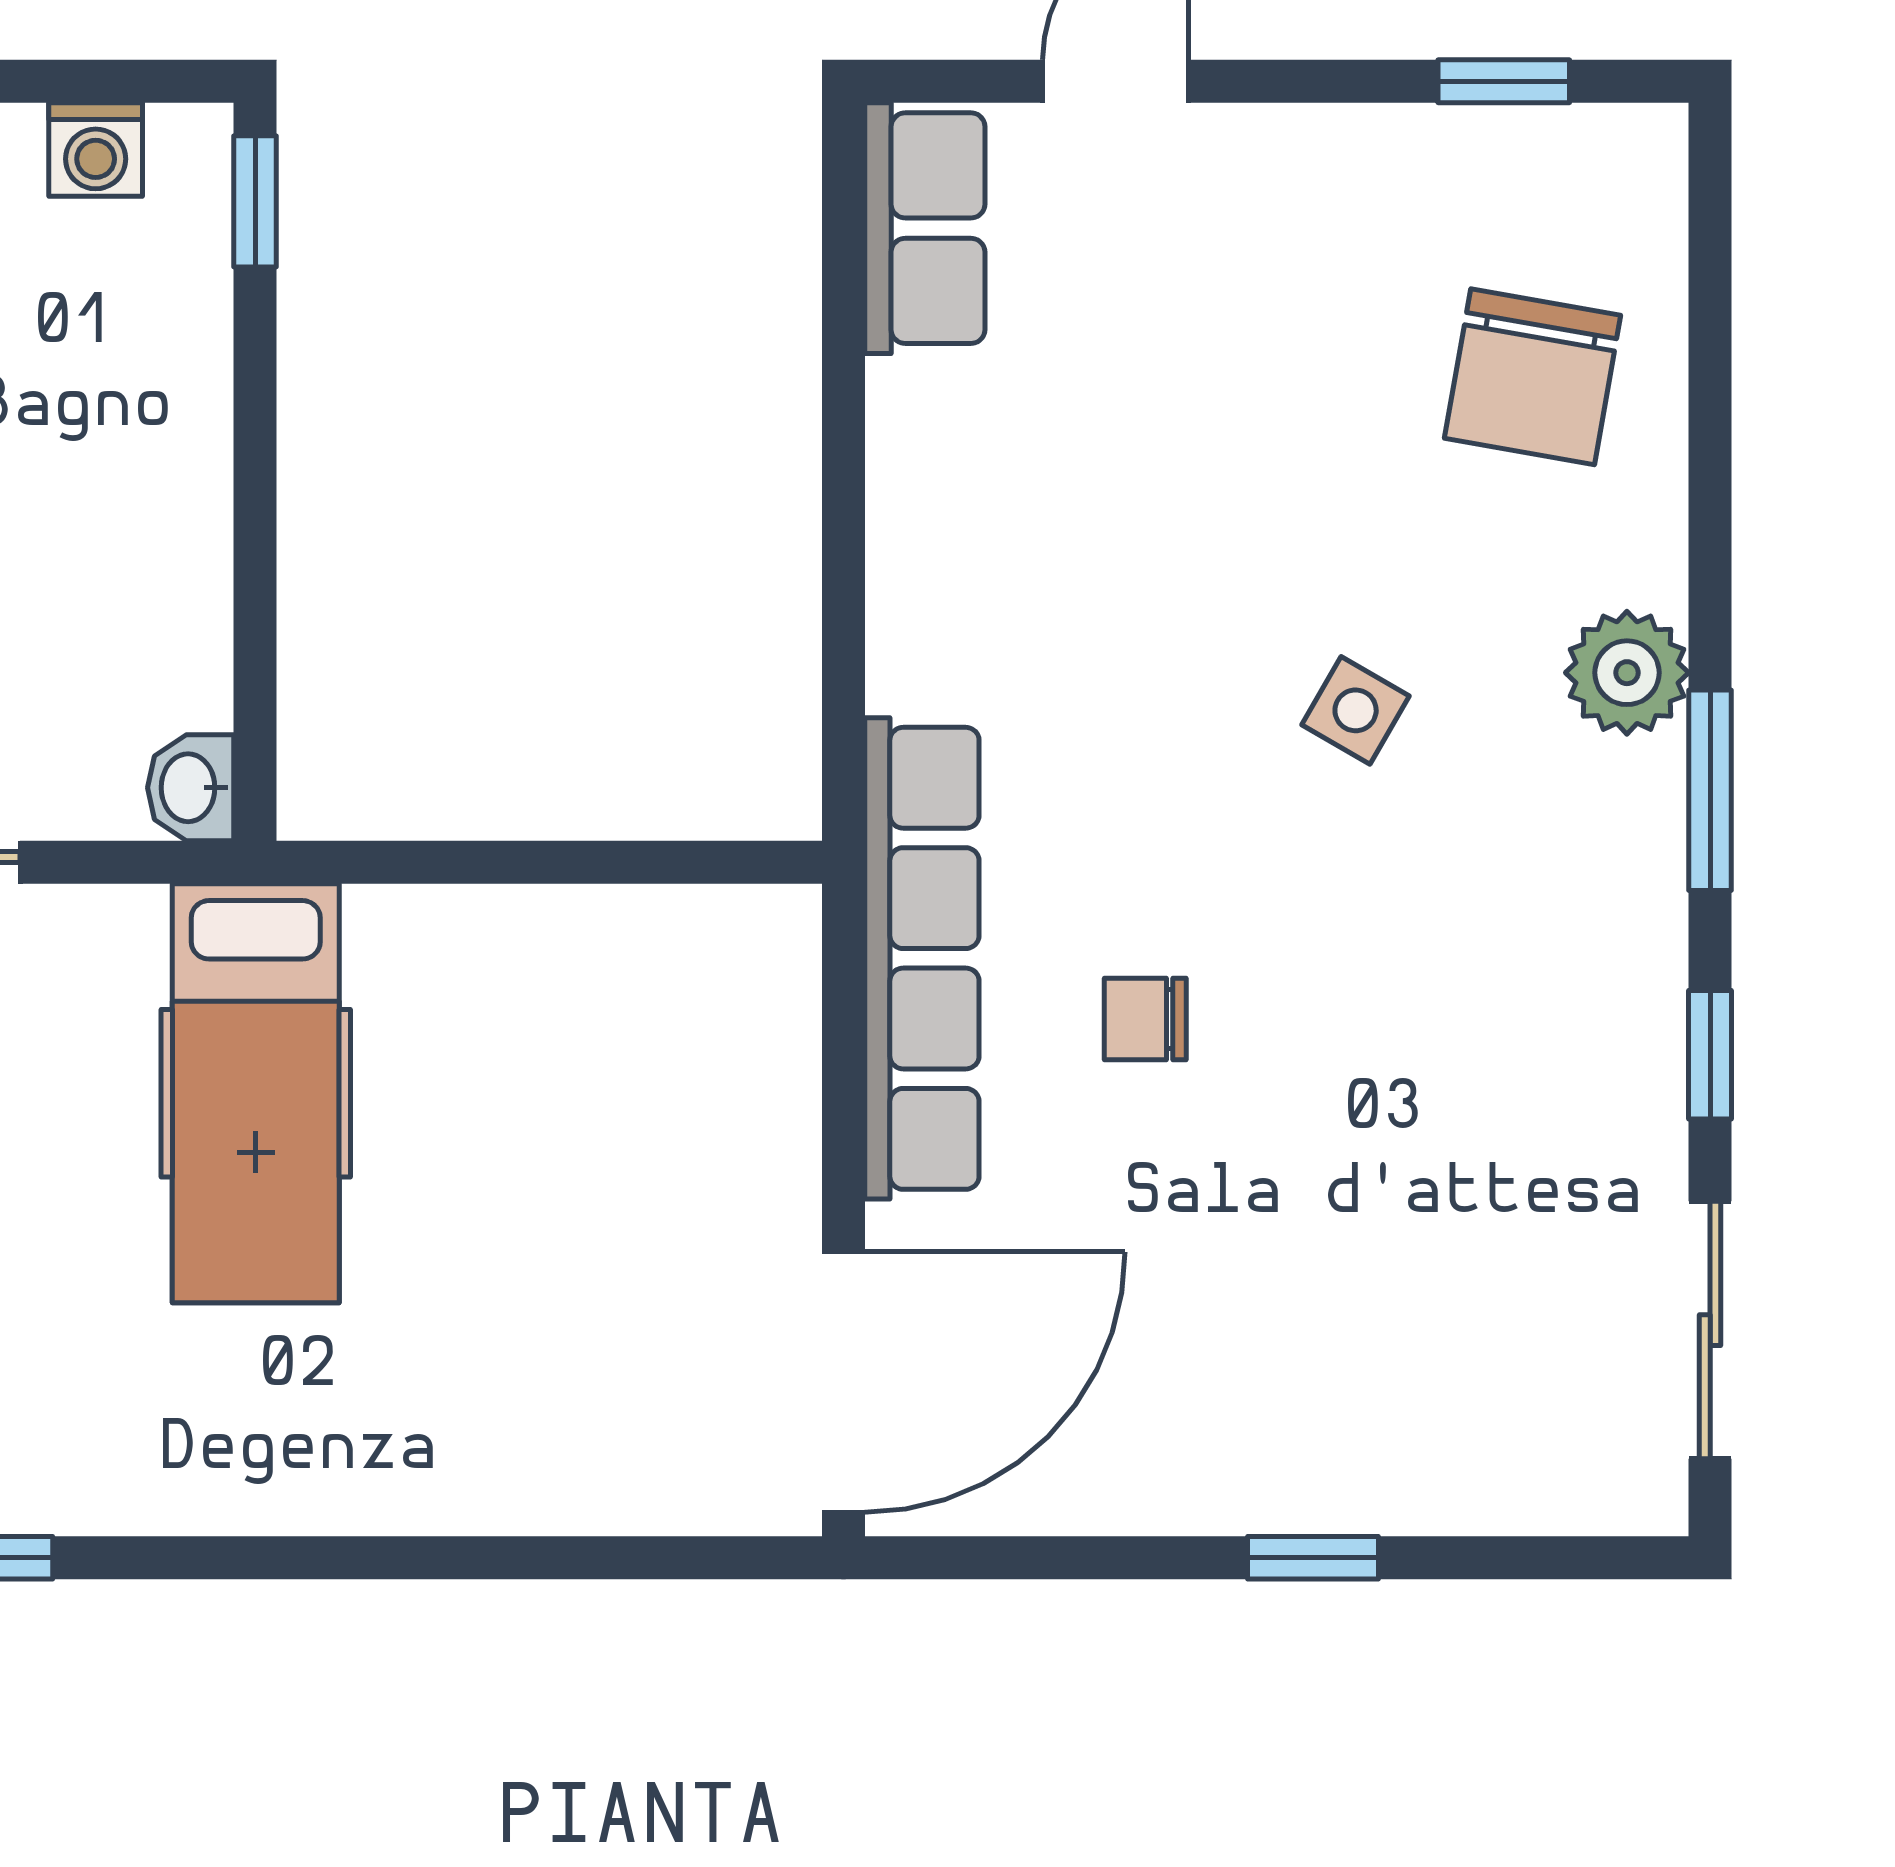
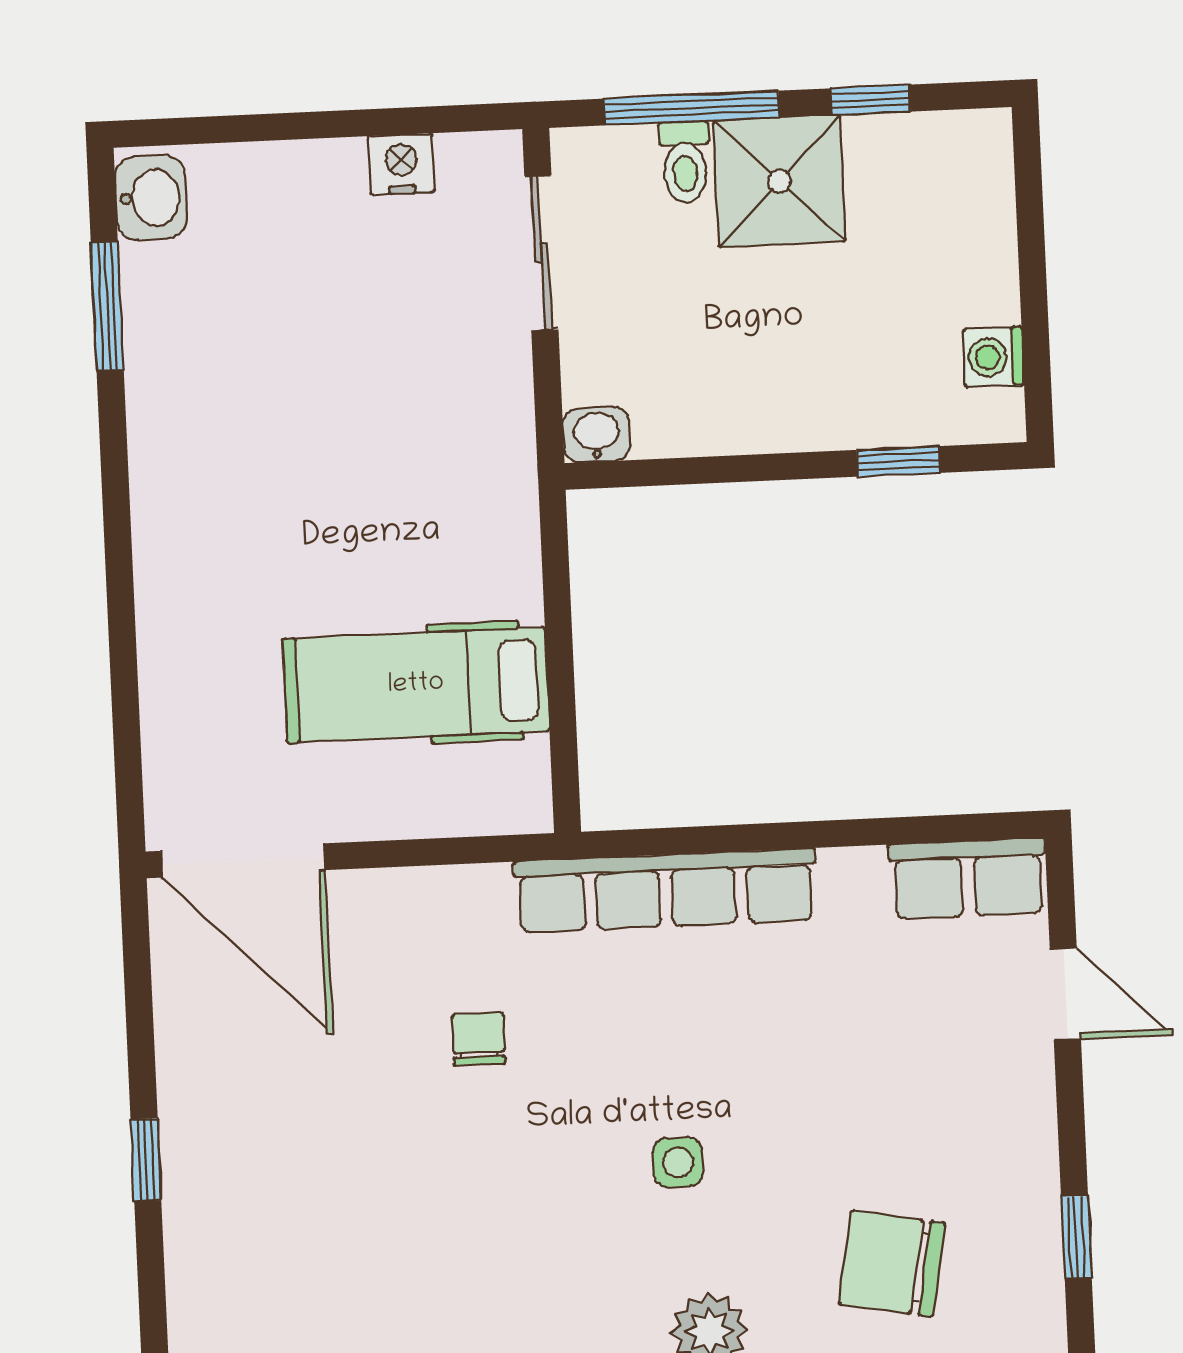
window: (255, 201) -> (898, 461), moved
side table: (1356, 710) -> (678, 1162), turned -30
row of seats: (922, 958) -> (666, 891), moved
hospital bed: (256, 1093) -> (416, 685), moved

